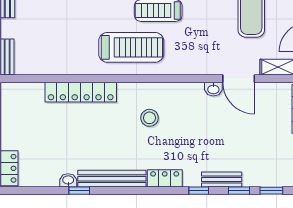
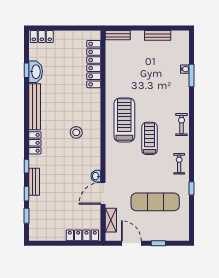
treadmill: (131, 47) -> (124, 120), turned 180
locker: (81, 92) -> (94, 64), moved
washbasin: (68, 180) -> (36, 72), width x1.91, depth x1.45
window: (79, 191) -> (27, 70), moved

